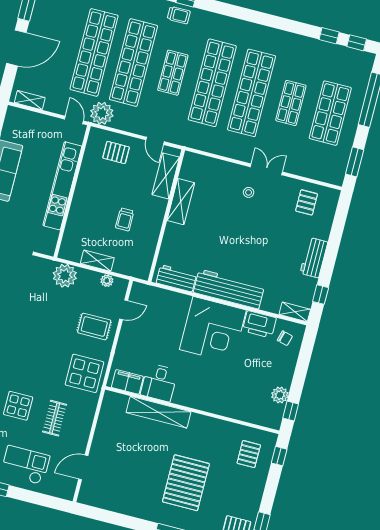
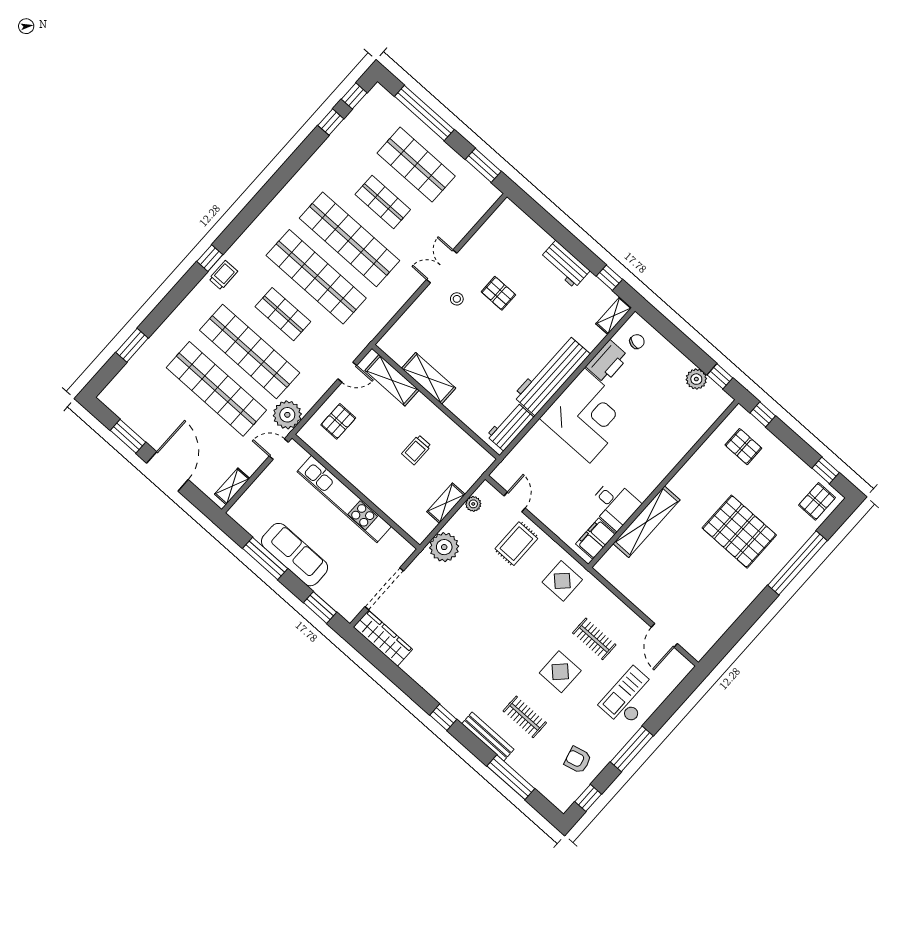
pallet: (307, 202) -> (498, 293), moved
trolley: (125, 219) -> (416, 450), turned 90
display table: (84, 373) -> (562, 581), width x0.73, depth x0.73

